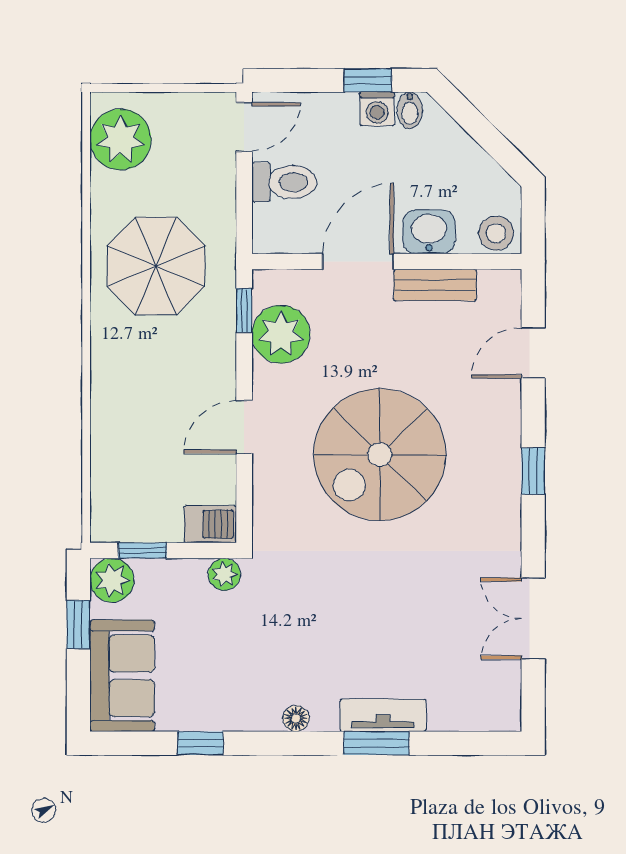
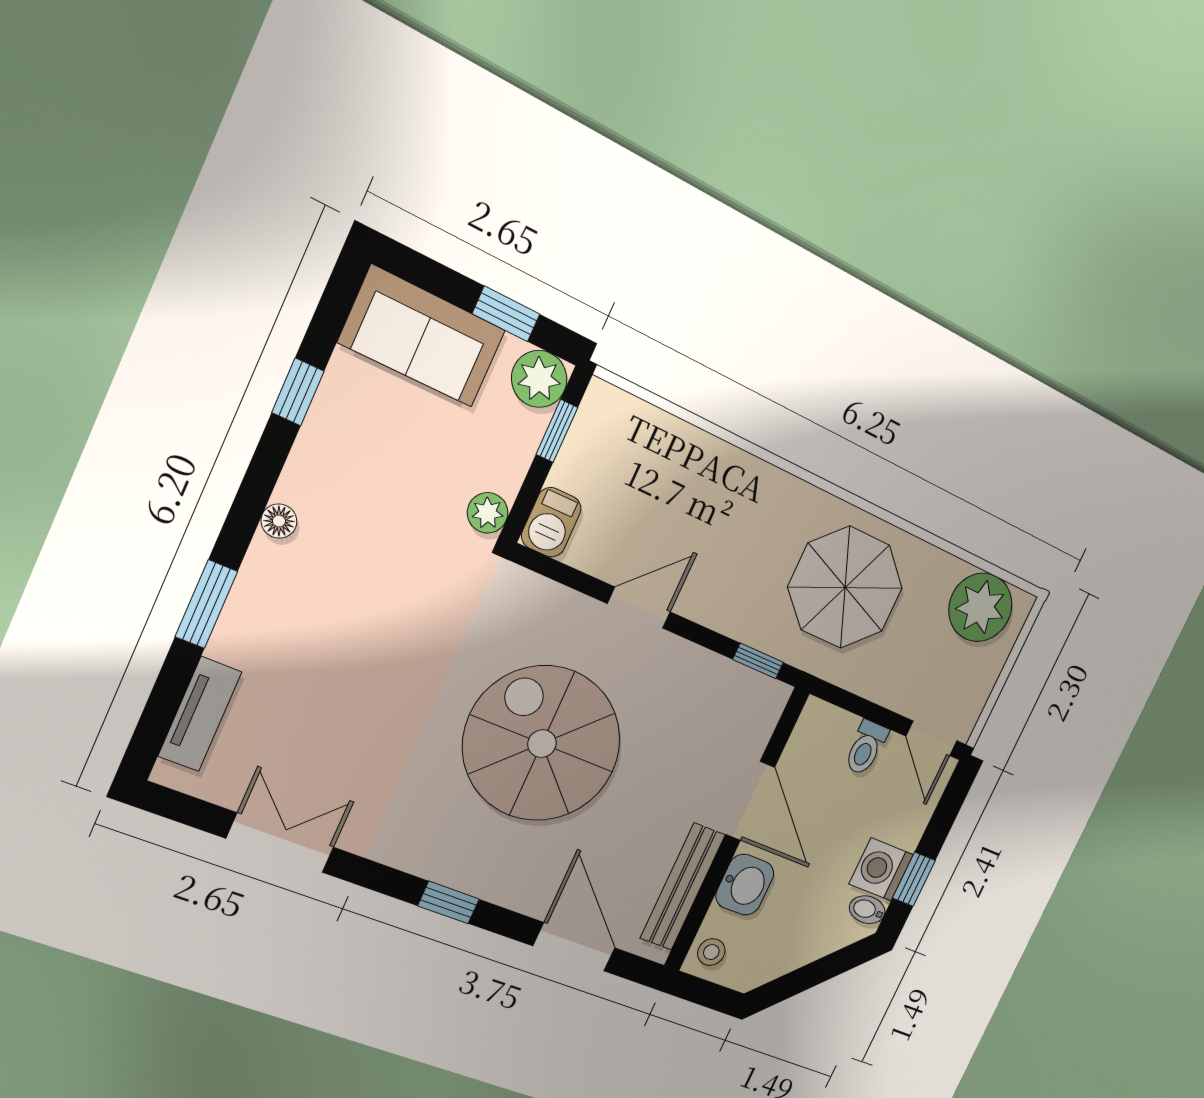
washing machine: (377, 109) -> (881, 869), width x1.38, depth x1.38
toilet: (284, 182) -> (866, 748), width x0.73, depth x0.72
stool: (496, 233) -> (711, 952), width x0.73, depth x0.73
bench: (435, 285) -> (683, 887), width x1.36
plant: (281, 334) -> (716, 690), removed
door: (533, 353) -> (574, 947), width x1.38
door: (244, 427) -> (639, 608), hinge flipped
tv unit: (383, 715) -> (200, 714), moved

